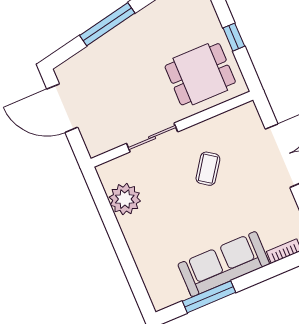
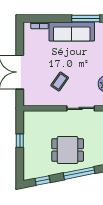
dining table: (200, 74) -> (68, 150), moved

